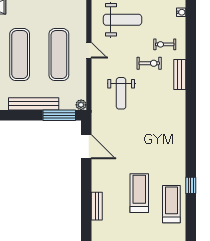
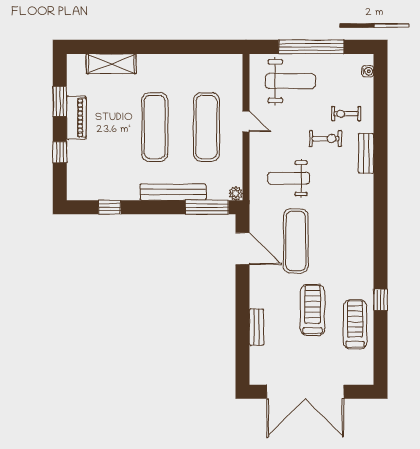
weight bench: (121, 93) -> (289, 178), turned 90
exercise mat: (127, 141) -> (296, 241), added

